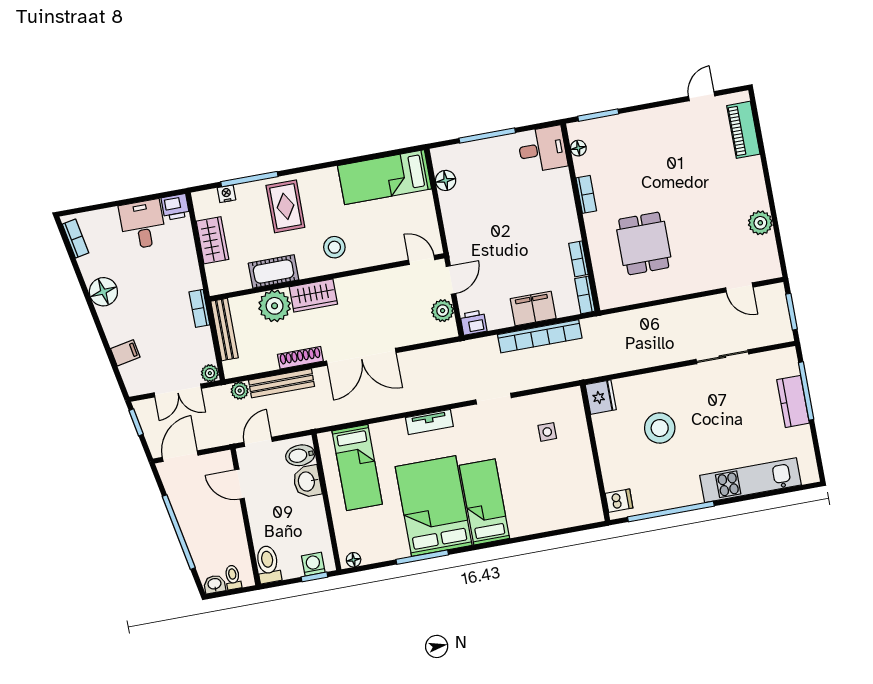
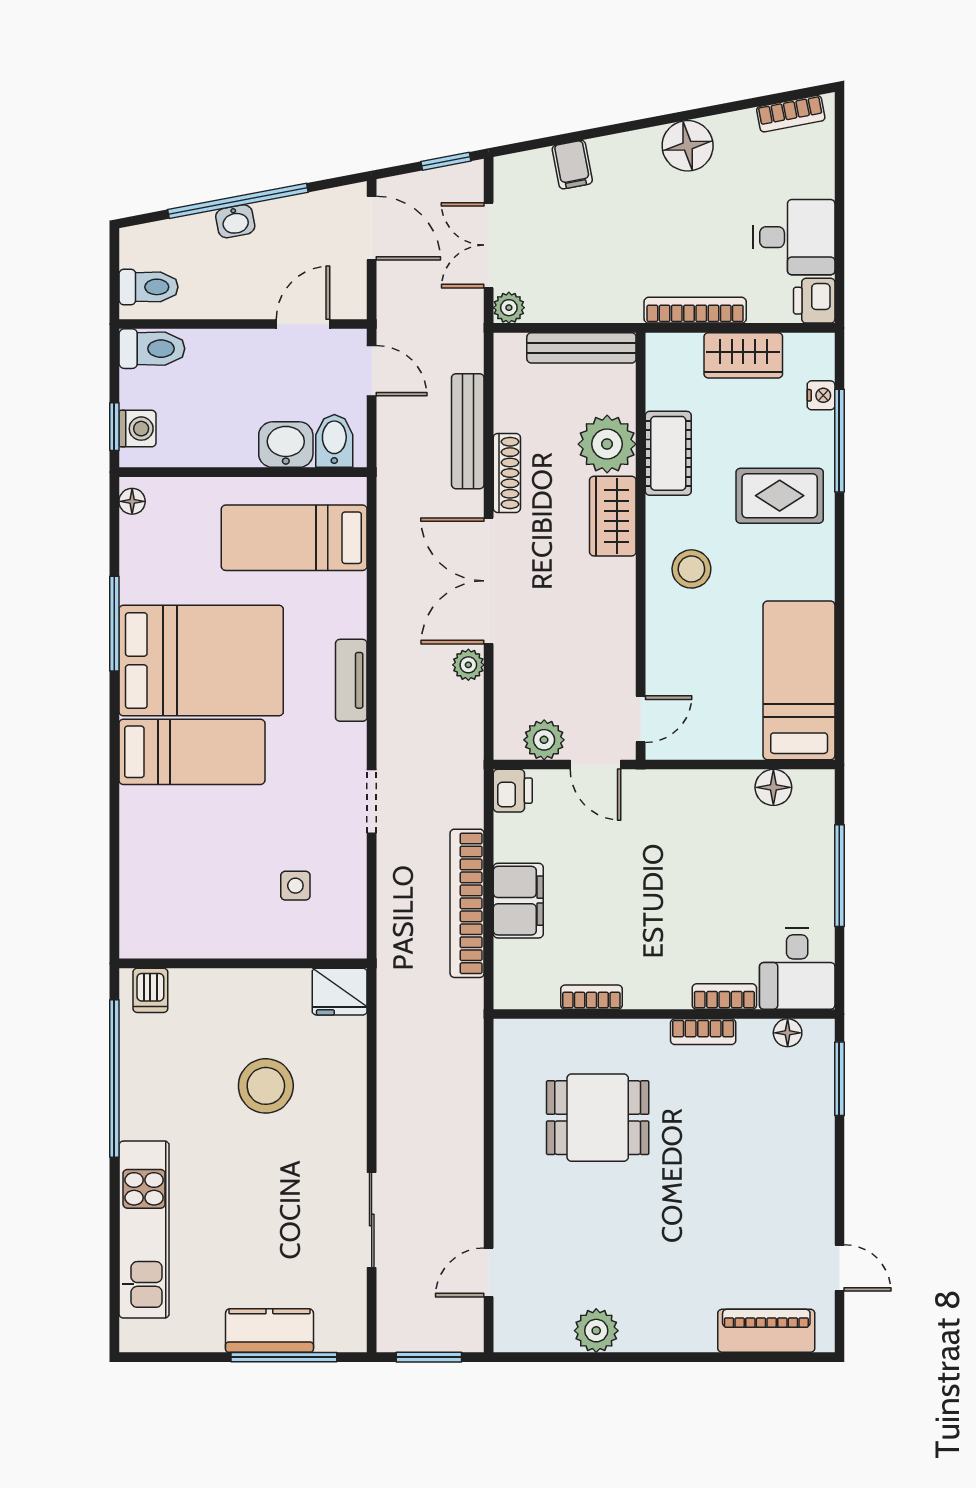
bookcase: (585, 295) -> (724, 997), moved
bookcase: (199, 308) -> (695, 310), moved, width x1.56
plant: (240, 391) -> (468, 665), moved
toilet: (233, 577) -> (149, 287), width x1.37, depth x1.39
washbasin: (215, 584) -> (235, 221), moved, turned 79

